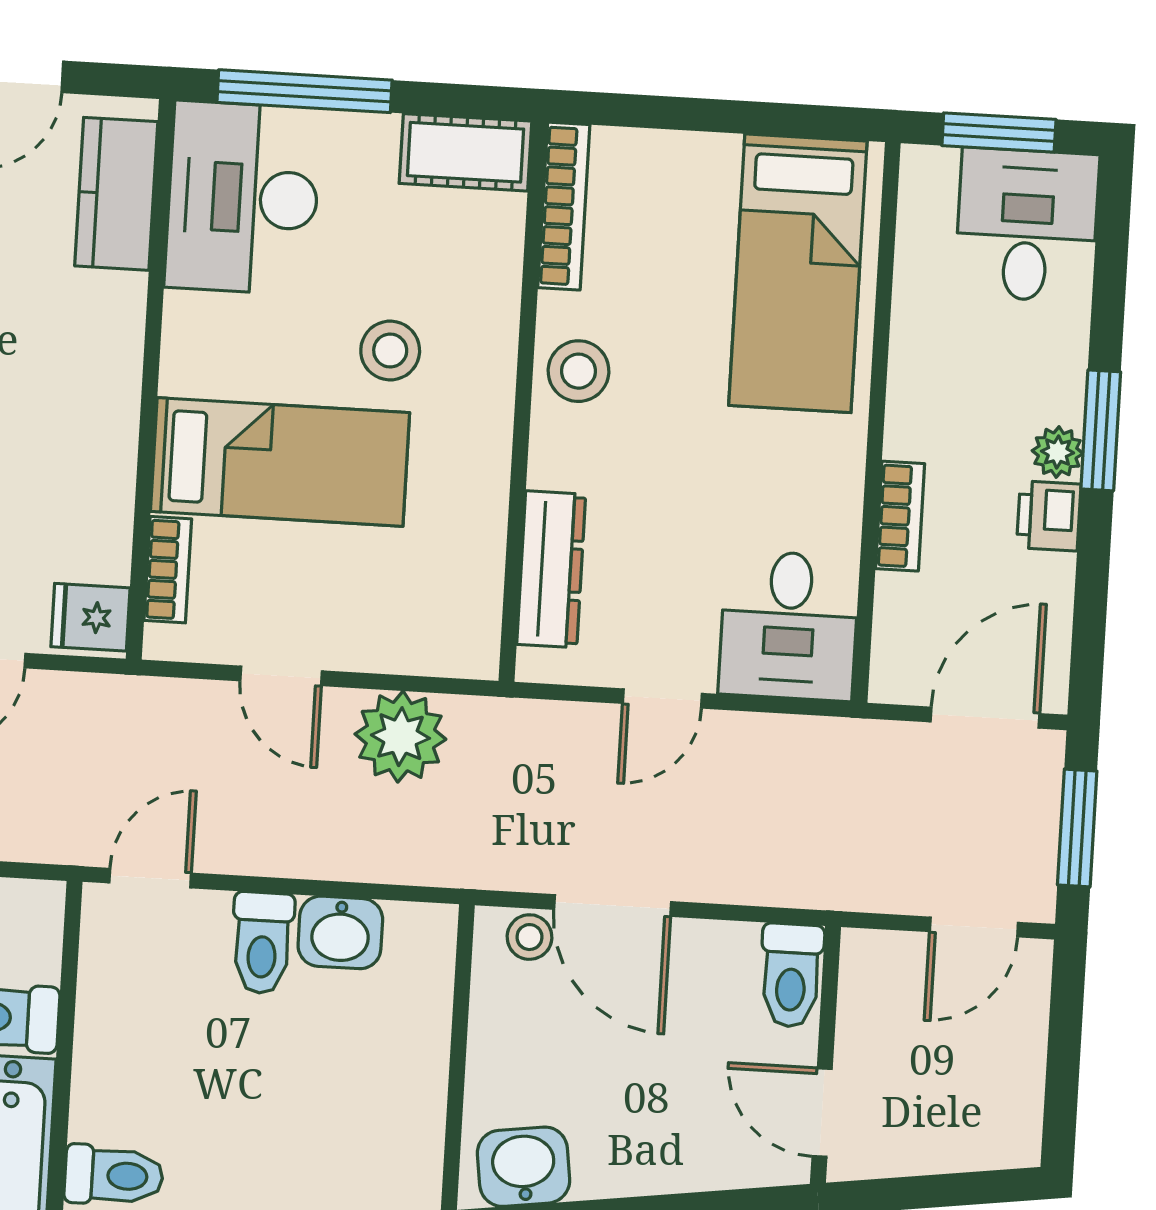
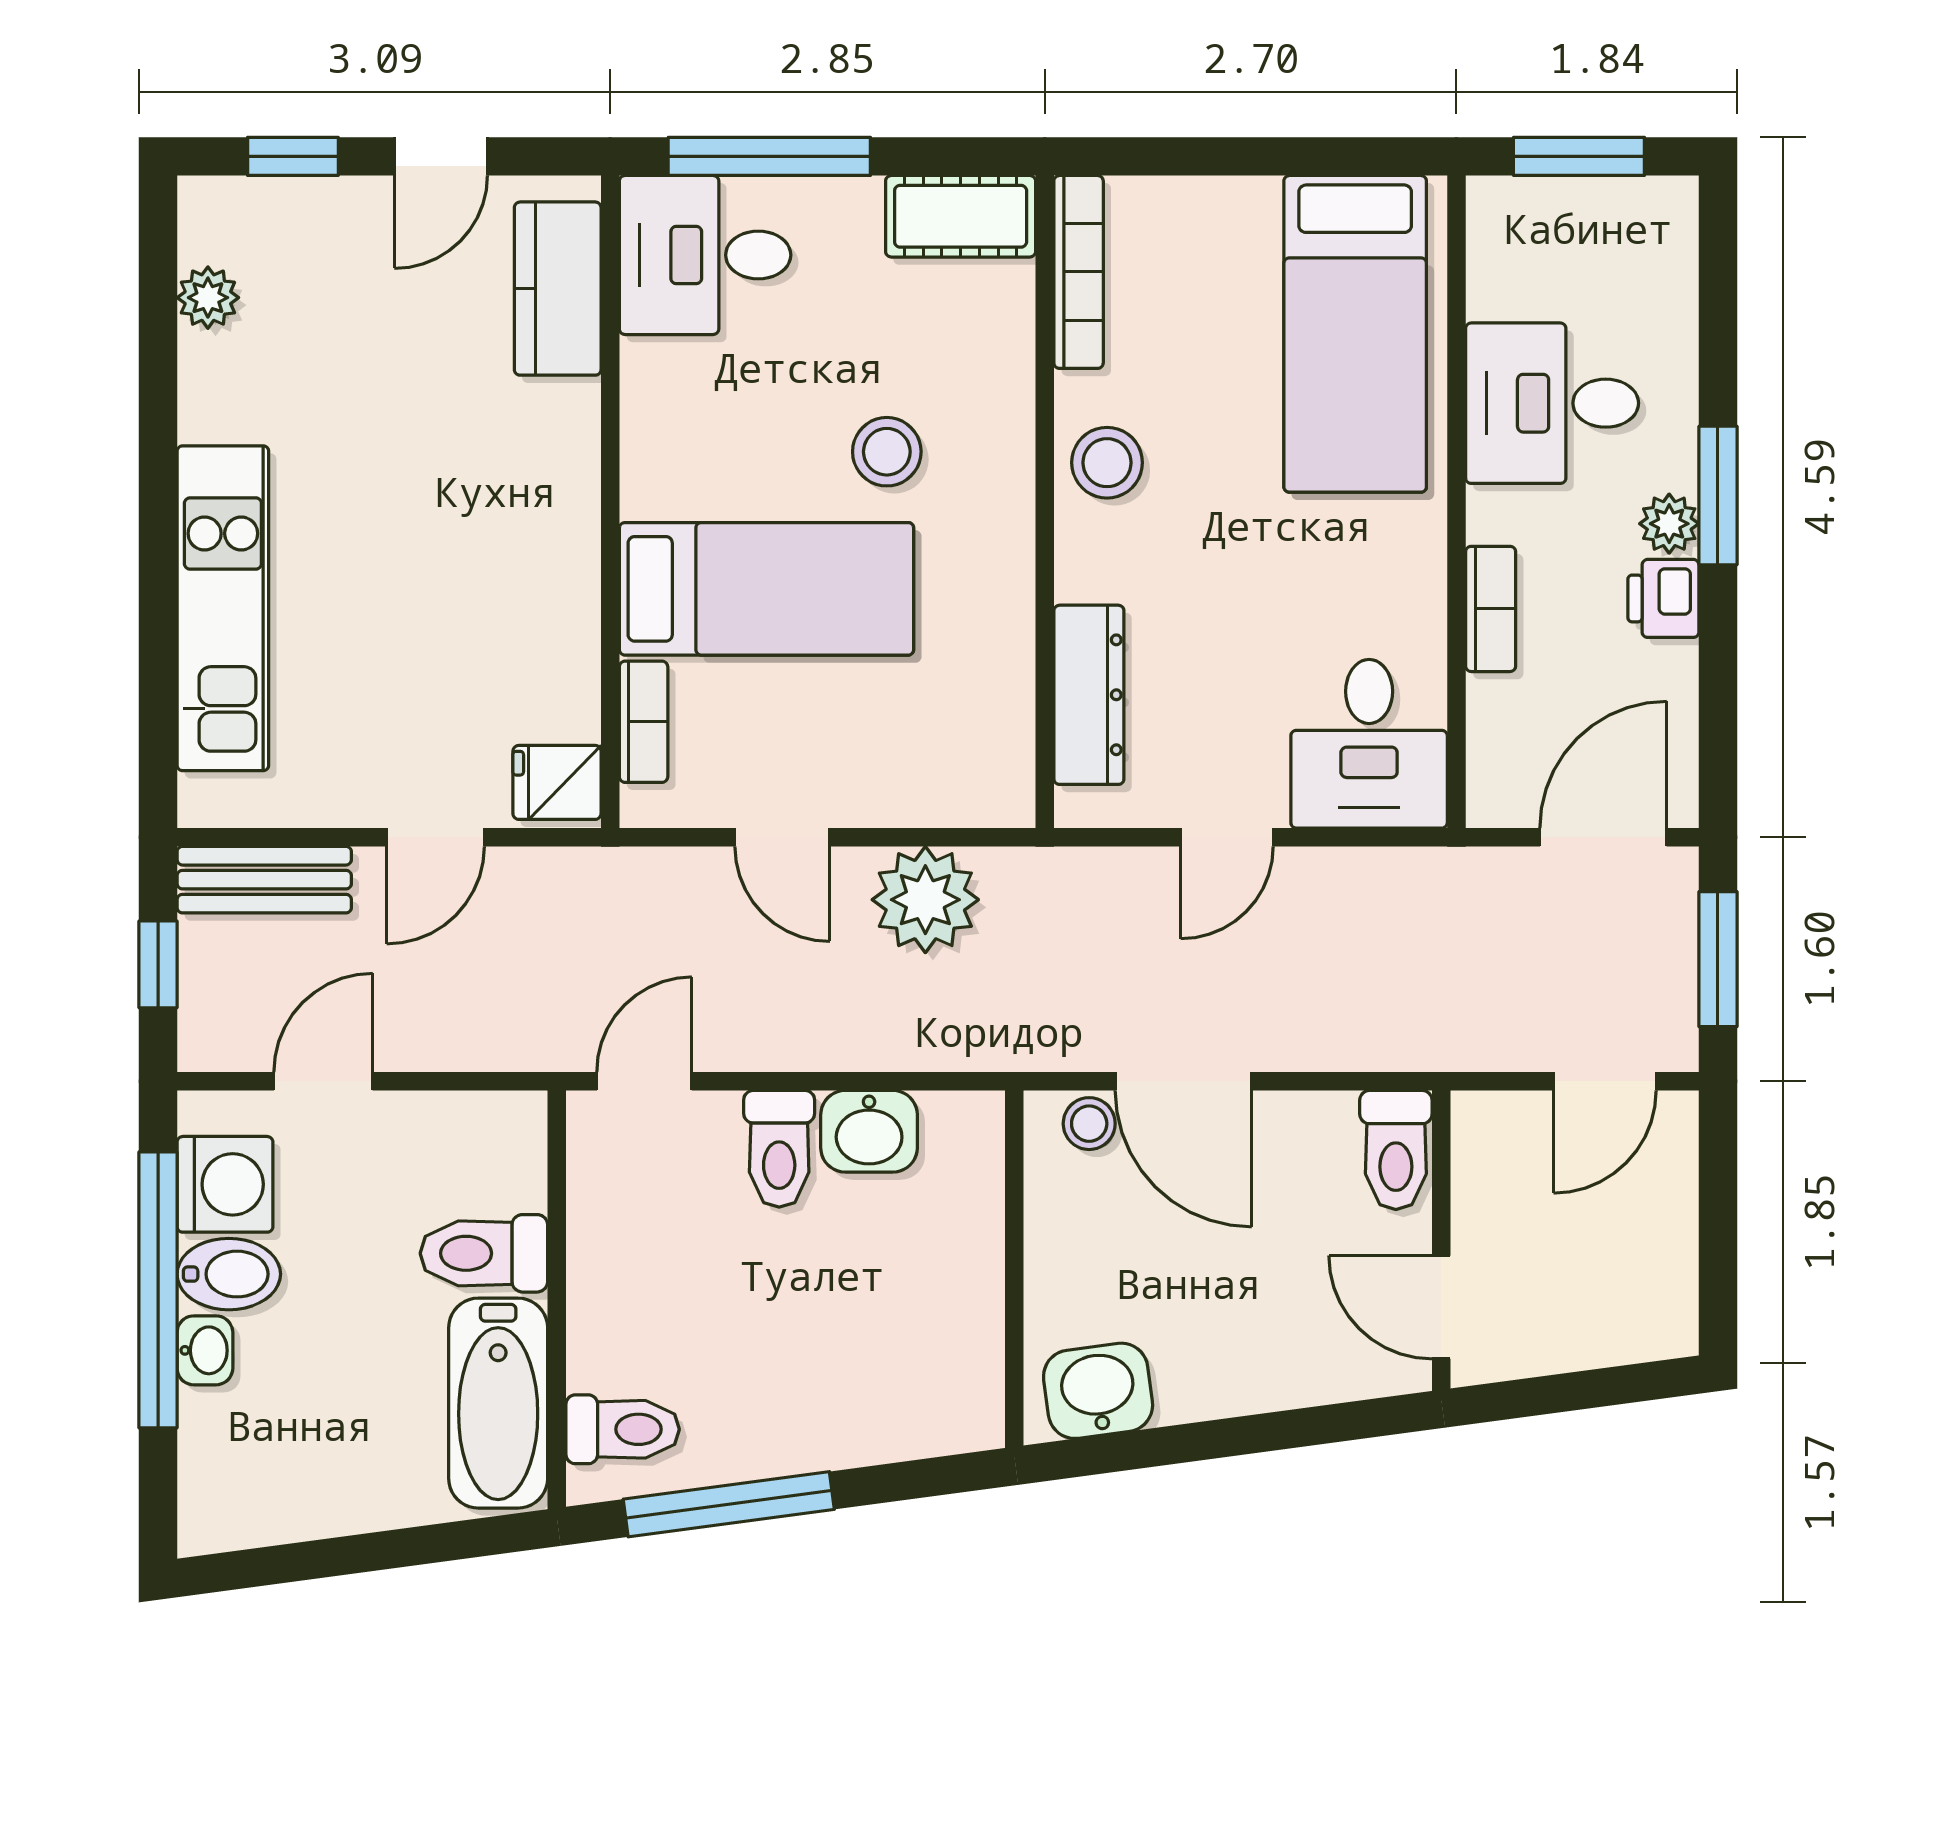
desk: (243, 198) -> (705, 255), width x0.73
desk: (1027, 225) -> (1552, 403), moved, turned -90

